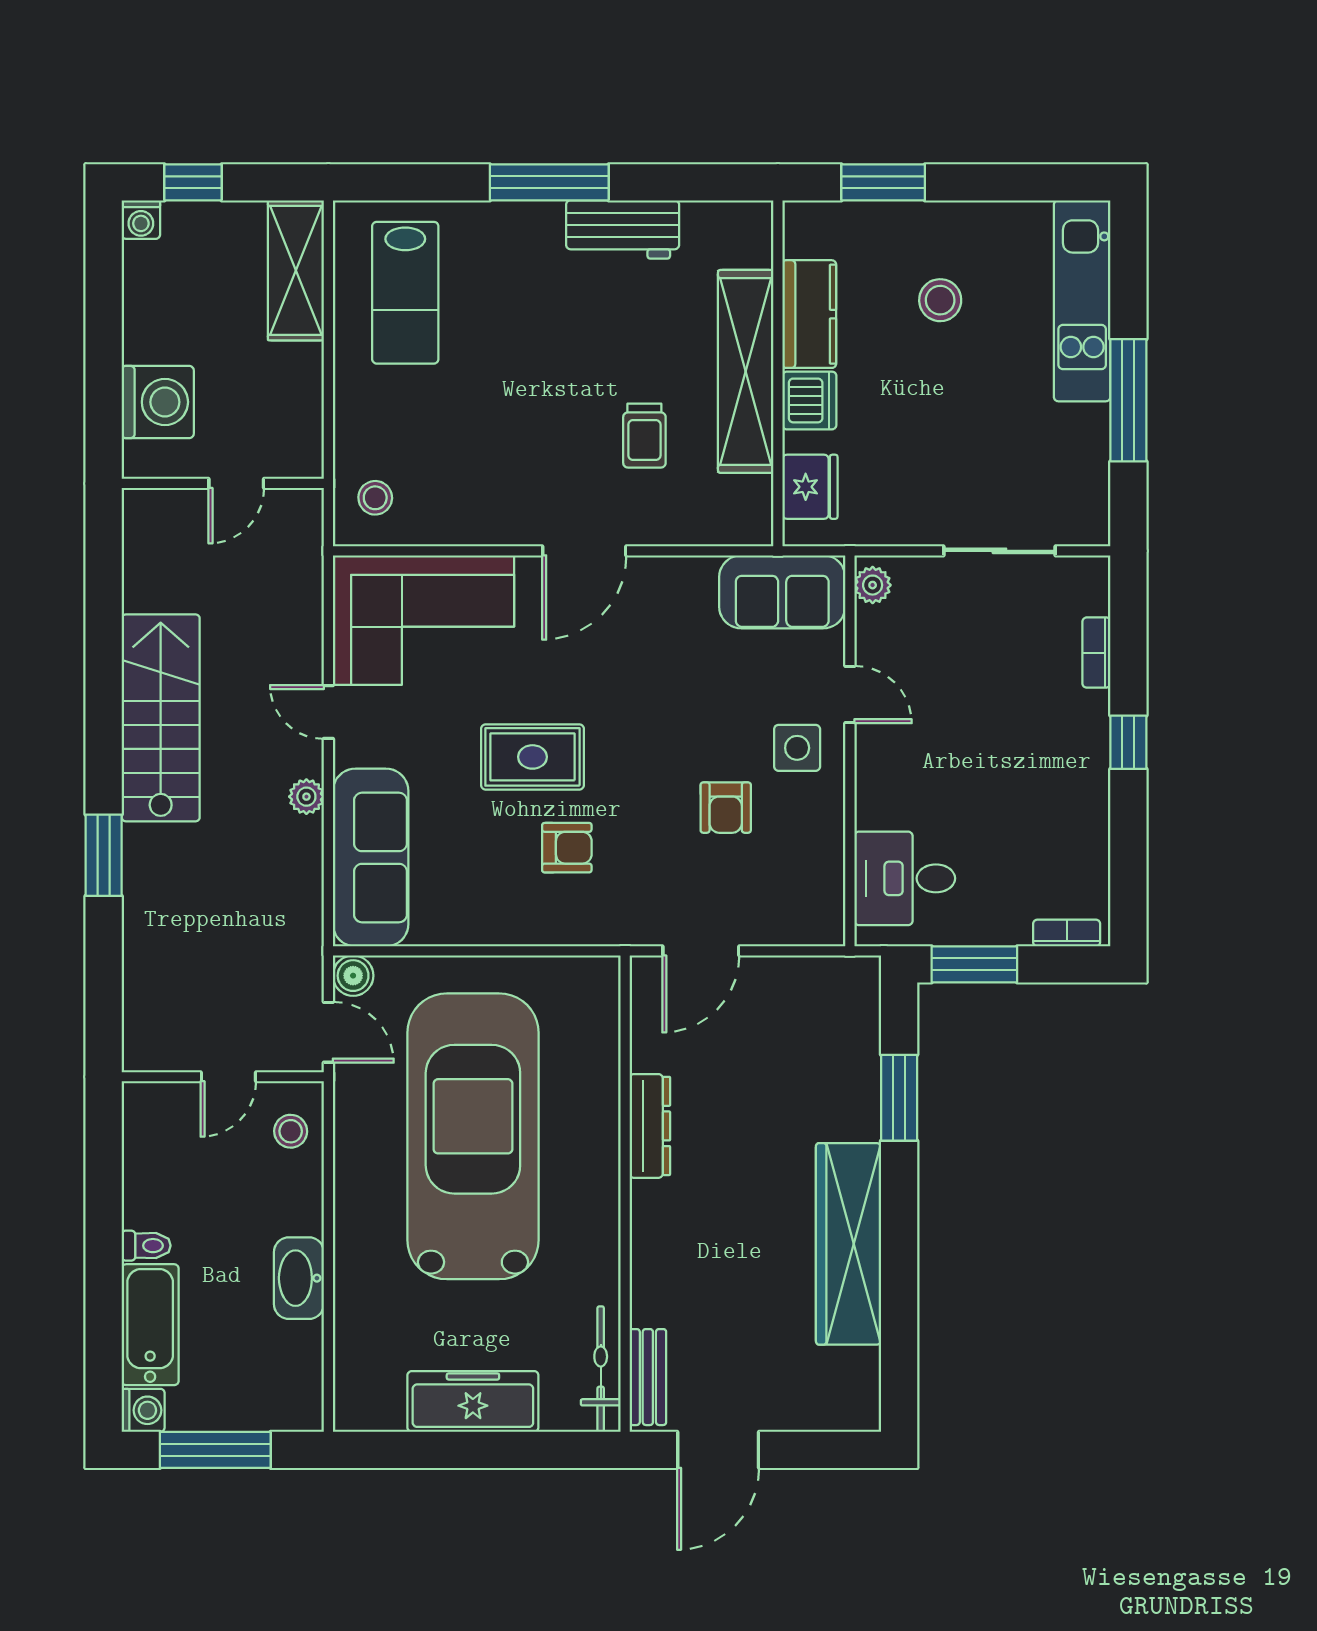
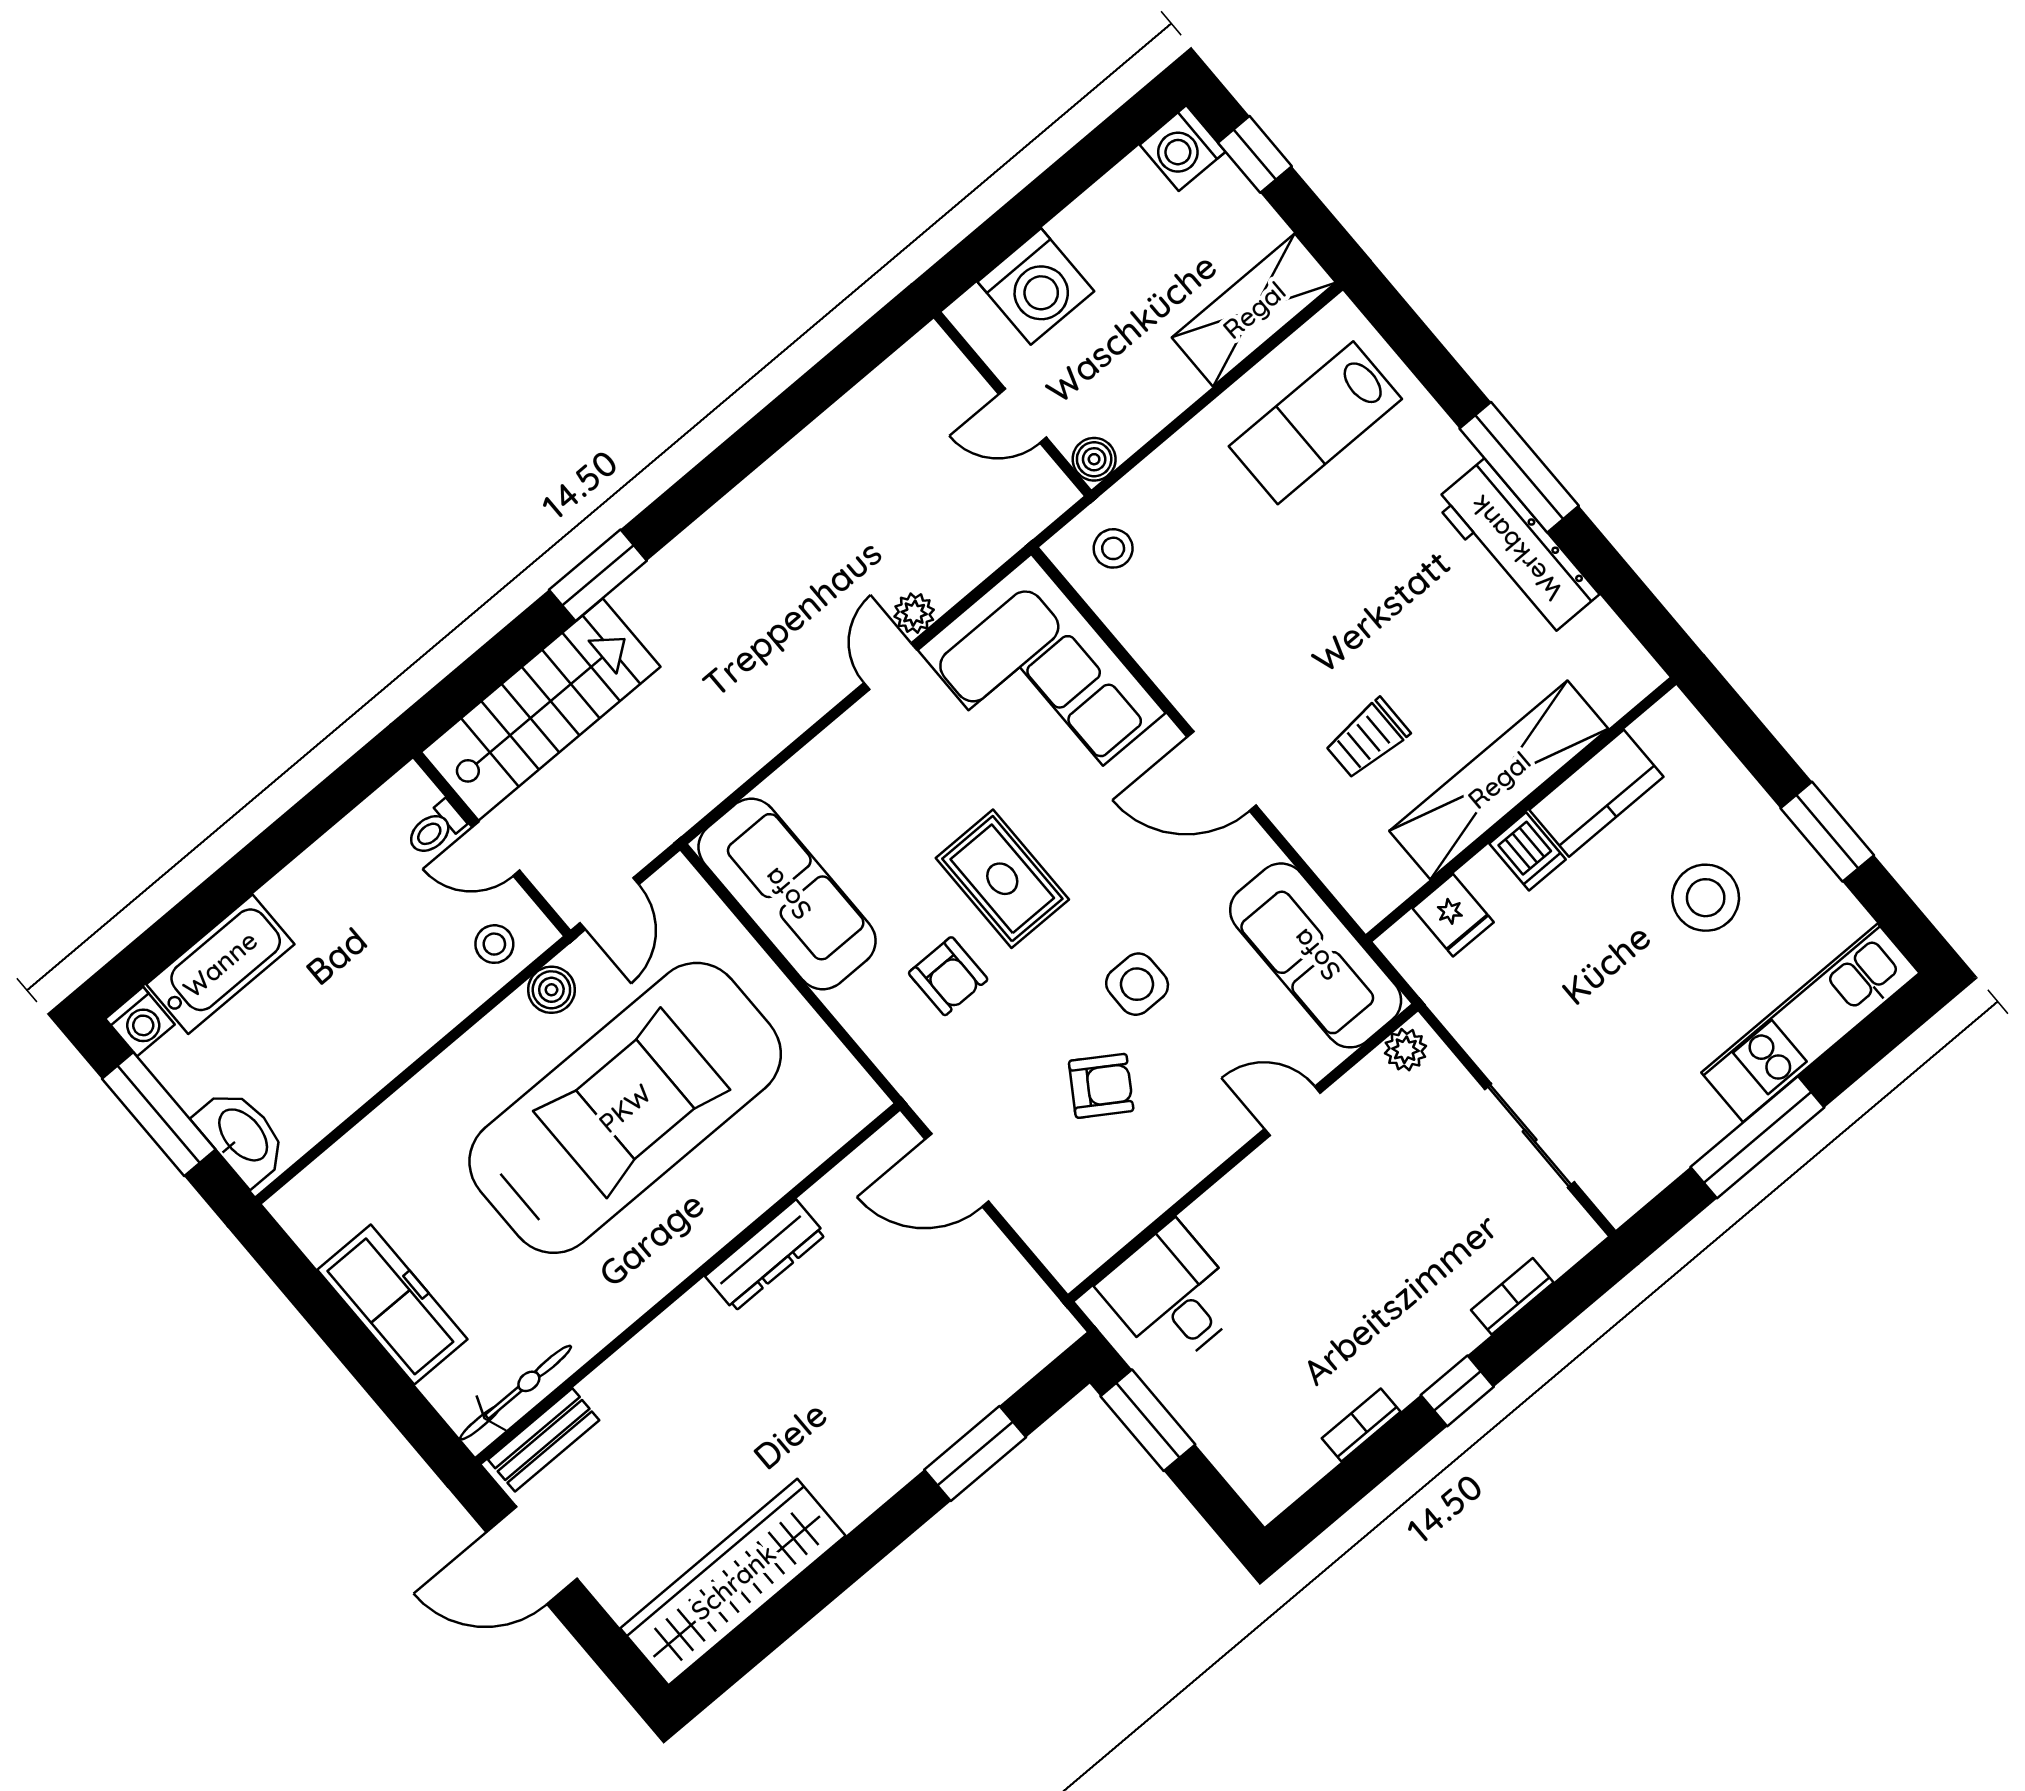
window: (883, 182) -> (1827, 832), moved
washing machine: (141, 220) -> (1183, 148), width x1.38, depth x1.38
workbench: (623, 229) -> (1516, 548), width x1.38
stool: (940, 300) -> (1706, 898), width x1.38, depth x1.38
dishwasher: (809, 400) -> (1528, 851), width x0.73
boiler: (305, 460) -> (1094, 459), added
fridge: (810, 487) -> (1453, 915), width x0.72
sofa: (782, 592) -> (1316, 955), width x1.36
door: (850, 695) -> (1292, 1111), swing flipped
stairs: (161, 718) -> (541, 709), moved
side table: (797, 748) -> (1137, 984), moved
plant: (306, 797) -> (914, 613), moved
armchair: (726, 808) -> (1101, 1086), turned -147
sofa: (371, 858) -> (787, 894), moved, turned -90
bookcase: (1067, 933) -> (1361, 1425), moved, turned -90
boiler: (353, 976) -> (551, 990), moved
wardrobe: (849, 1244) -> (733, 1582), moved
toilet: (146, 1246) -> (435, 829), moved, turned 90
washbasin: (299, 1278) -> (242, 1136), moved, turned 90

